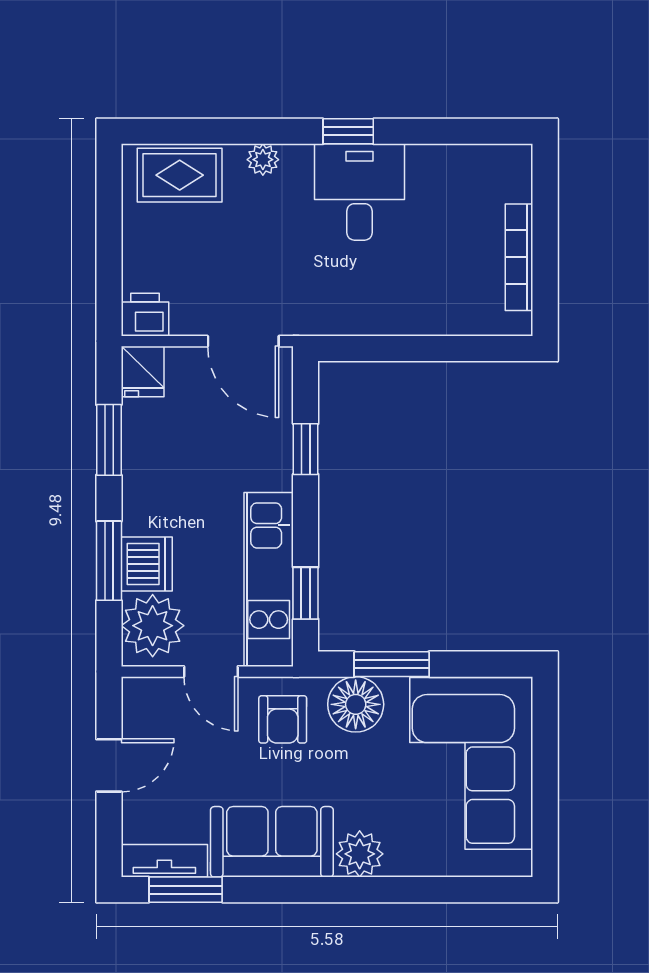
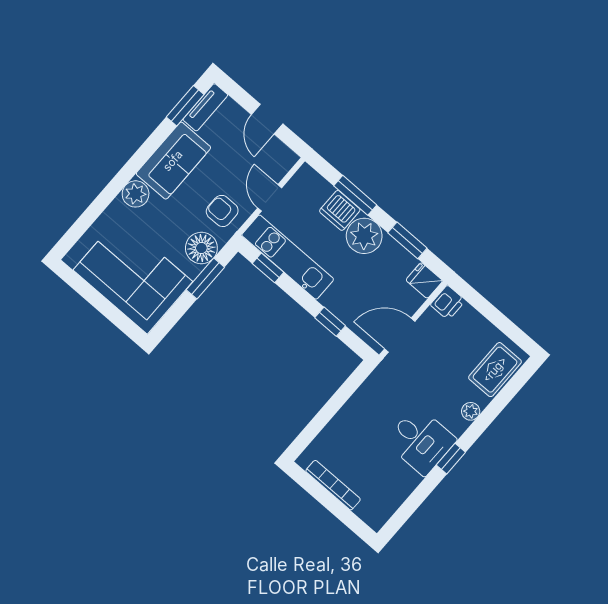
plant: (153, 626) -> (364, 236), moved
door: (211, 672) -> (270, 198), hinge flipped

